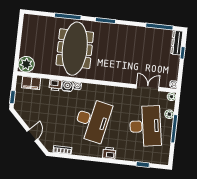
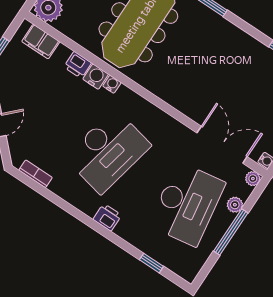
double door: (148, 88) -> (222, 145), width x1.37

